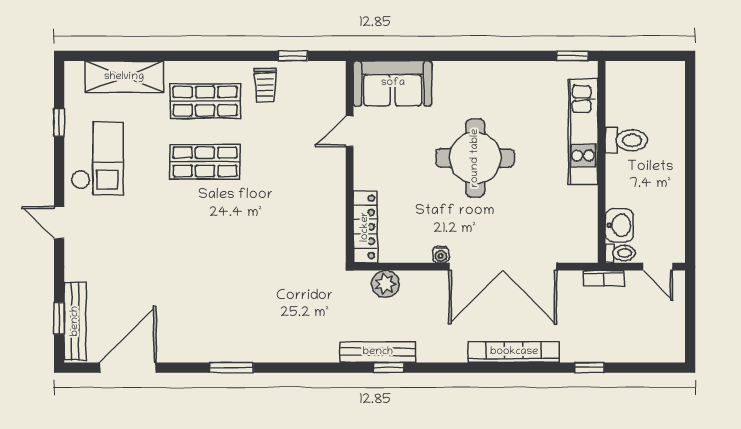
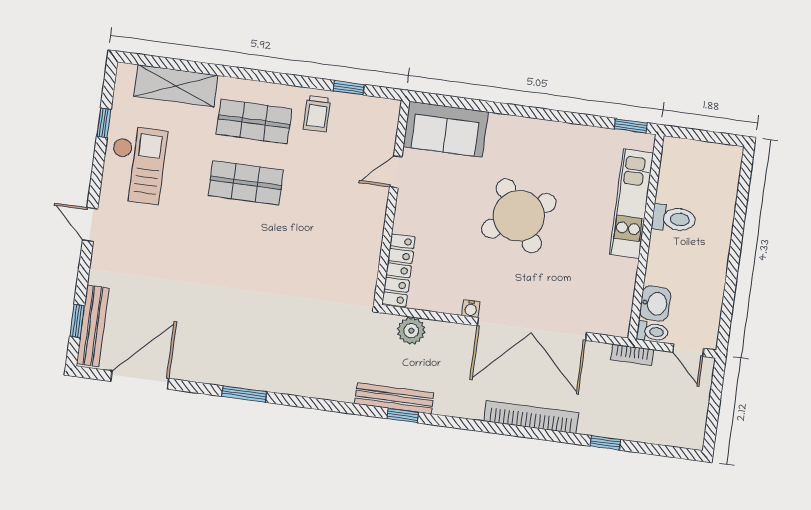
round table: (475, 158) -> (519, 216), turned -33

